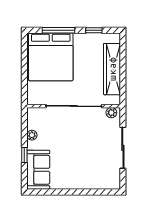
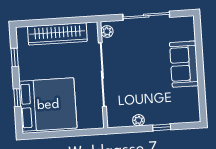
window: (59, 30) -> (17, 98), width x0.46
sofa: (38, 170) -> (184, 64), moved, turned -90

